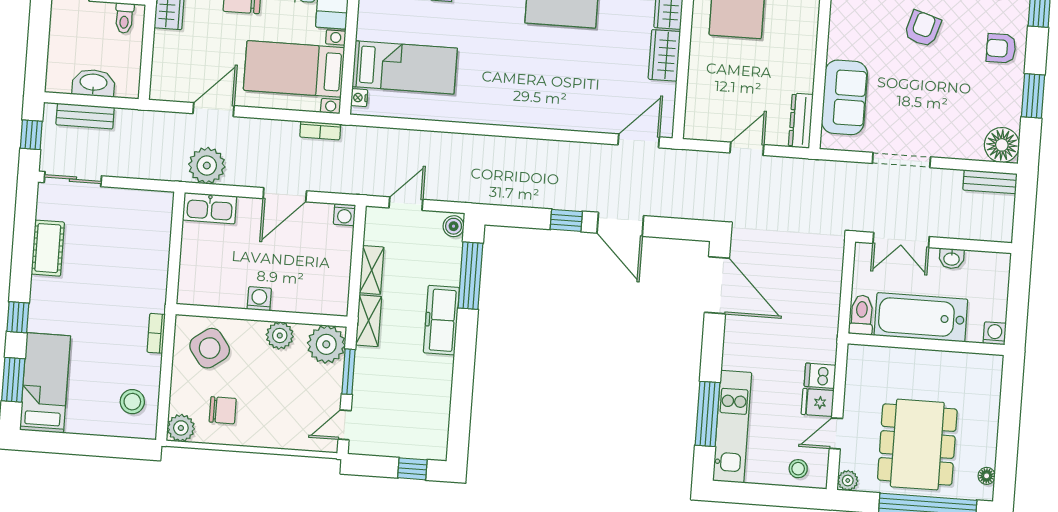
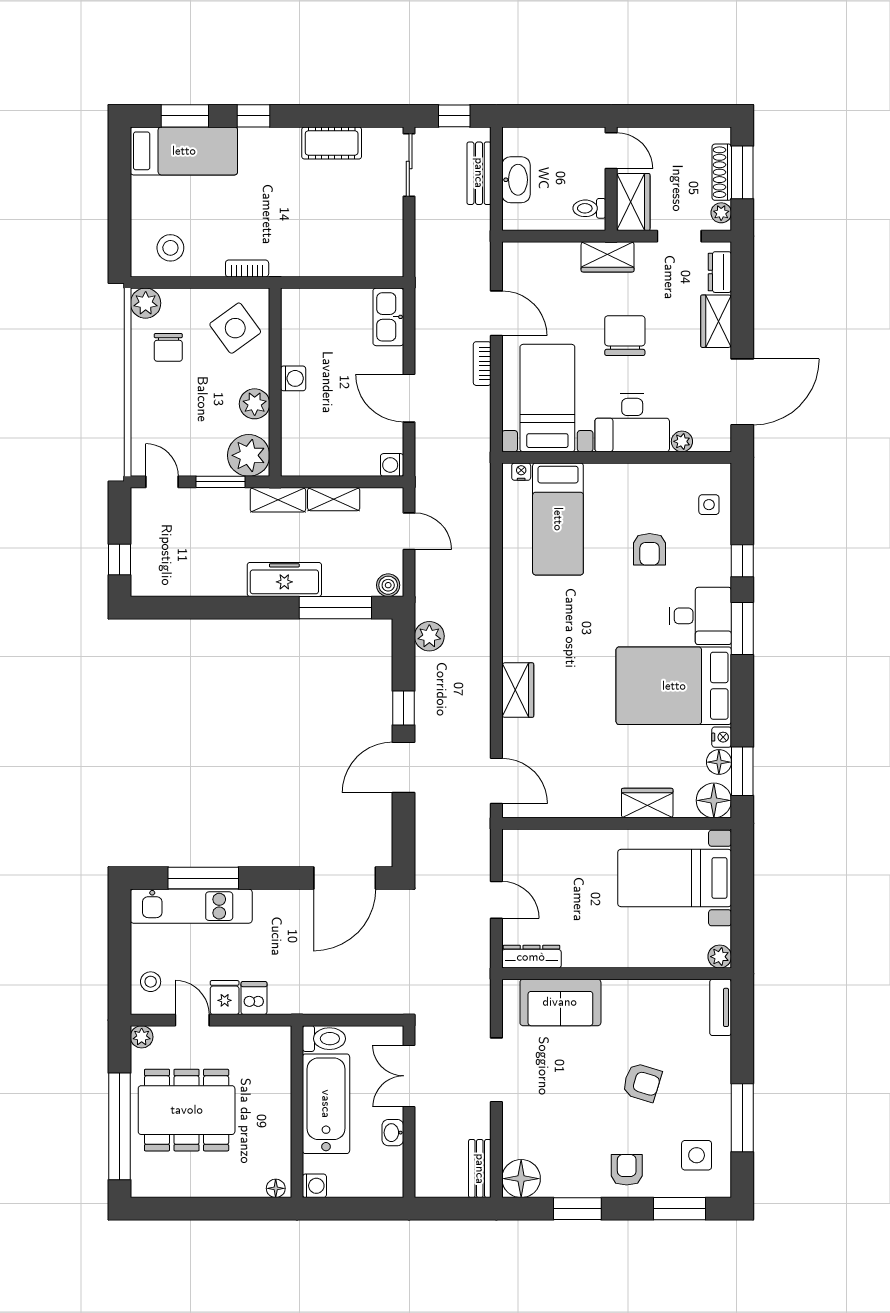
wardrobe: (664, 55) -> (518, 690), moved, turned 90
bookcase: (320, 130) -> (482, 364), moved
plant: (207, 166) -> (429, 636), moved, width x0.73, depth x0.73
floor lamp: (987, 476) -> (276, 1188), moved

